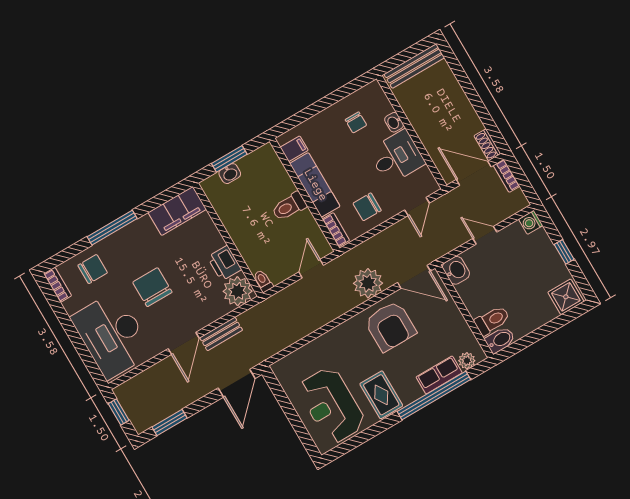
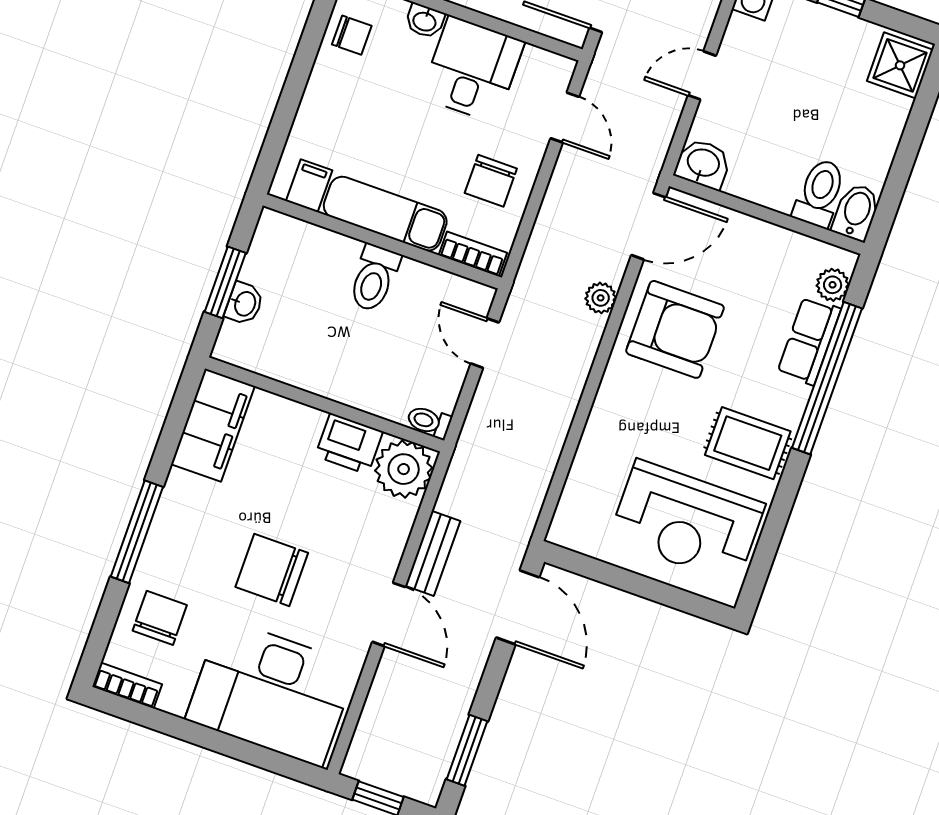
chair: (356, 122) -> (352, 35), moved
plant: (368, 283) -> (601, 298), width x0.53, depth x0.53

